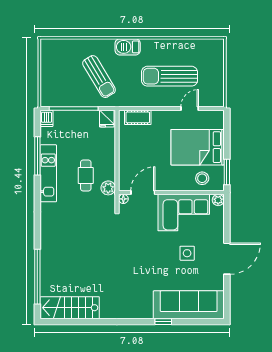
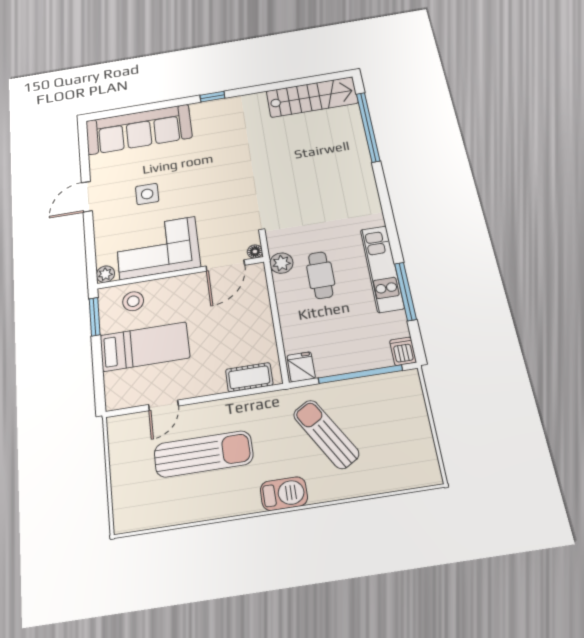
bed: (198, 147) -> (145, 347), width x0.67
door: (227, 259) -> (87, 197), width x0.73
window: (163, 322) -> (212, 97), moved

